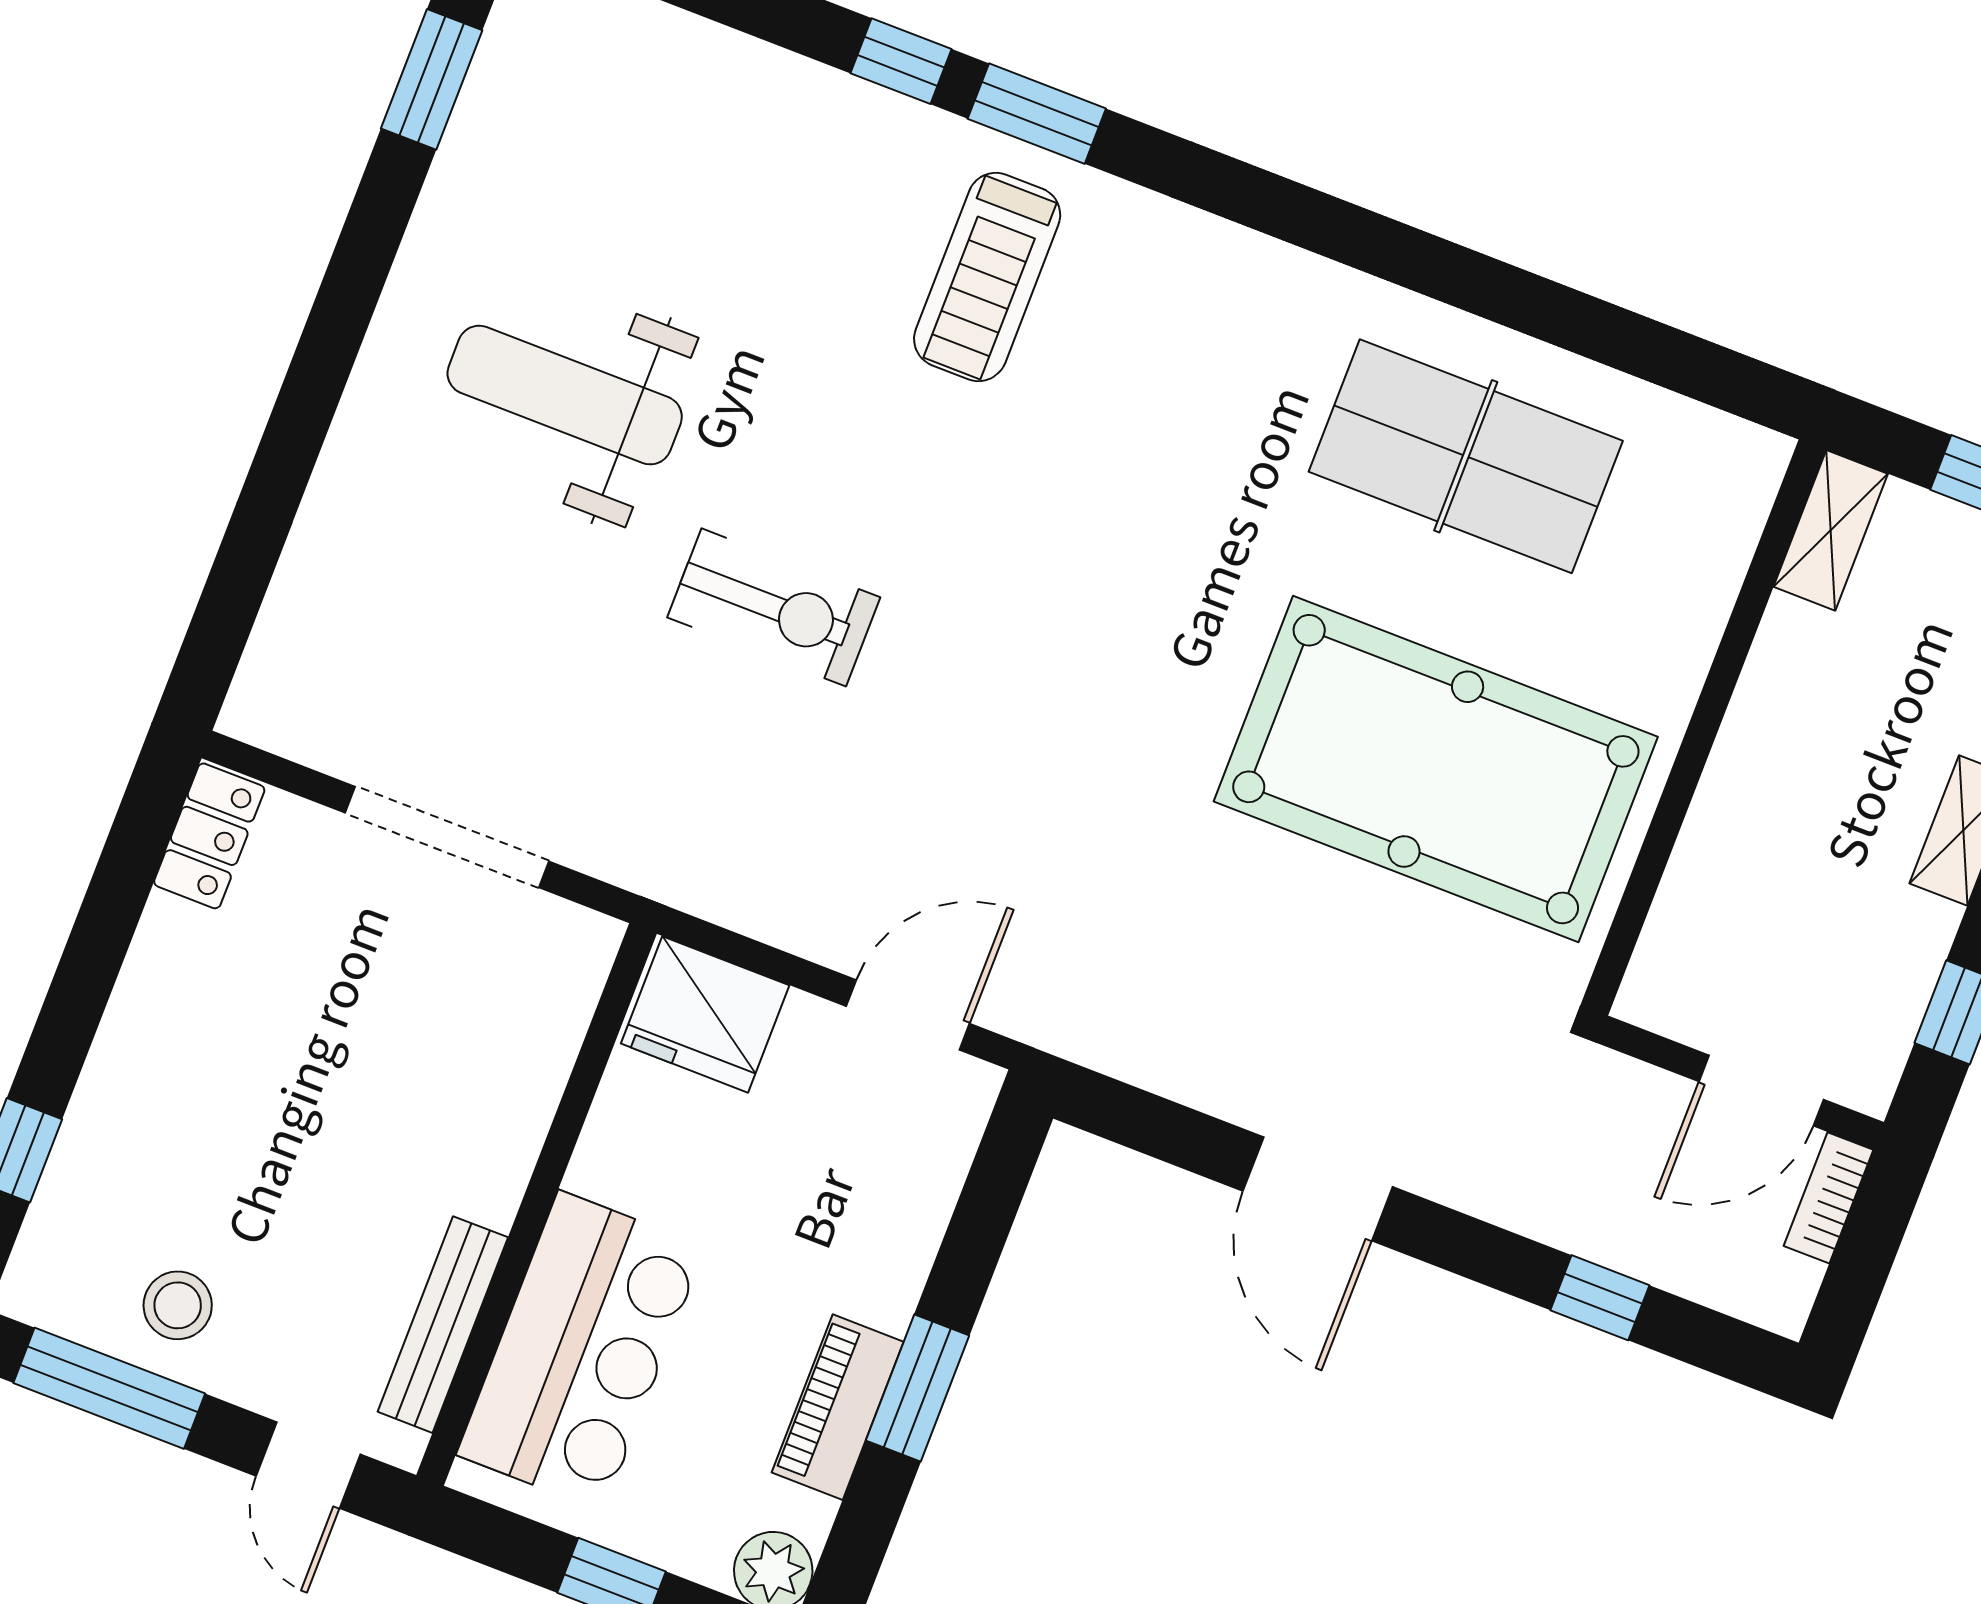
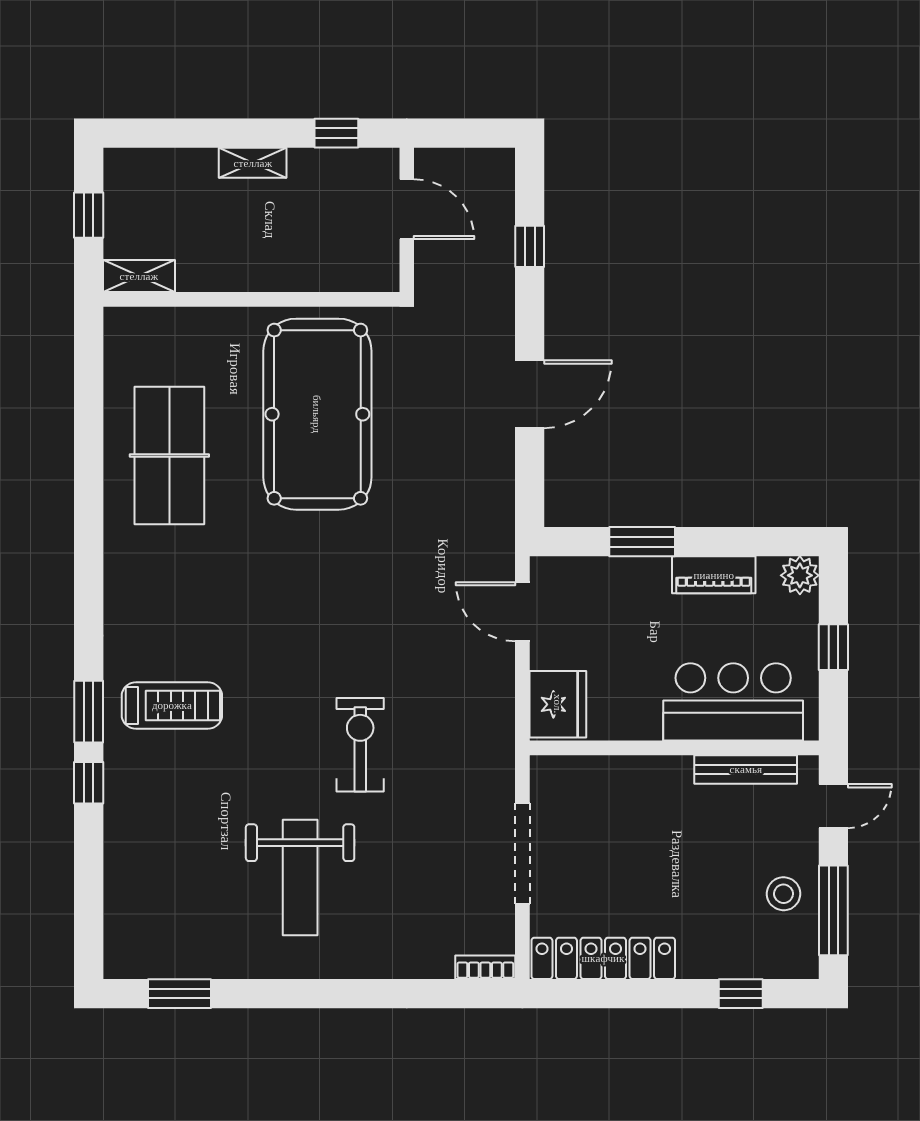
locker: (209, 836) -> (603, 958), width x2.16, depth x1.21
bookcase: (1829, 1198) -> (485, 967), moved, turned 180
window: (917, 1388) -> (642, 542), moved

